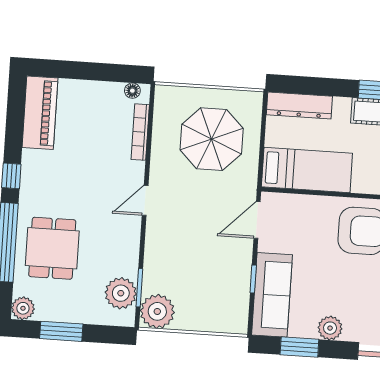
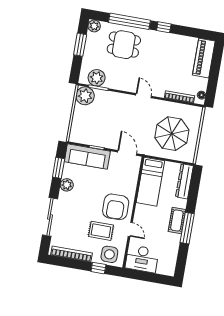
piano: (40, 113) -> (204, 58), moved, turned 90

